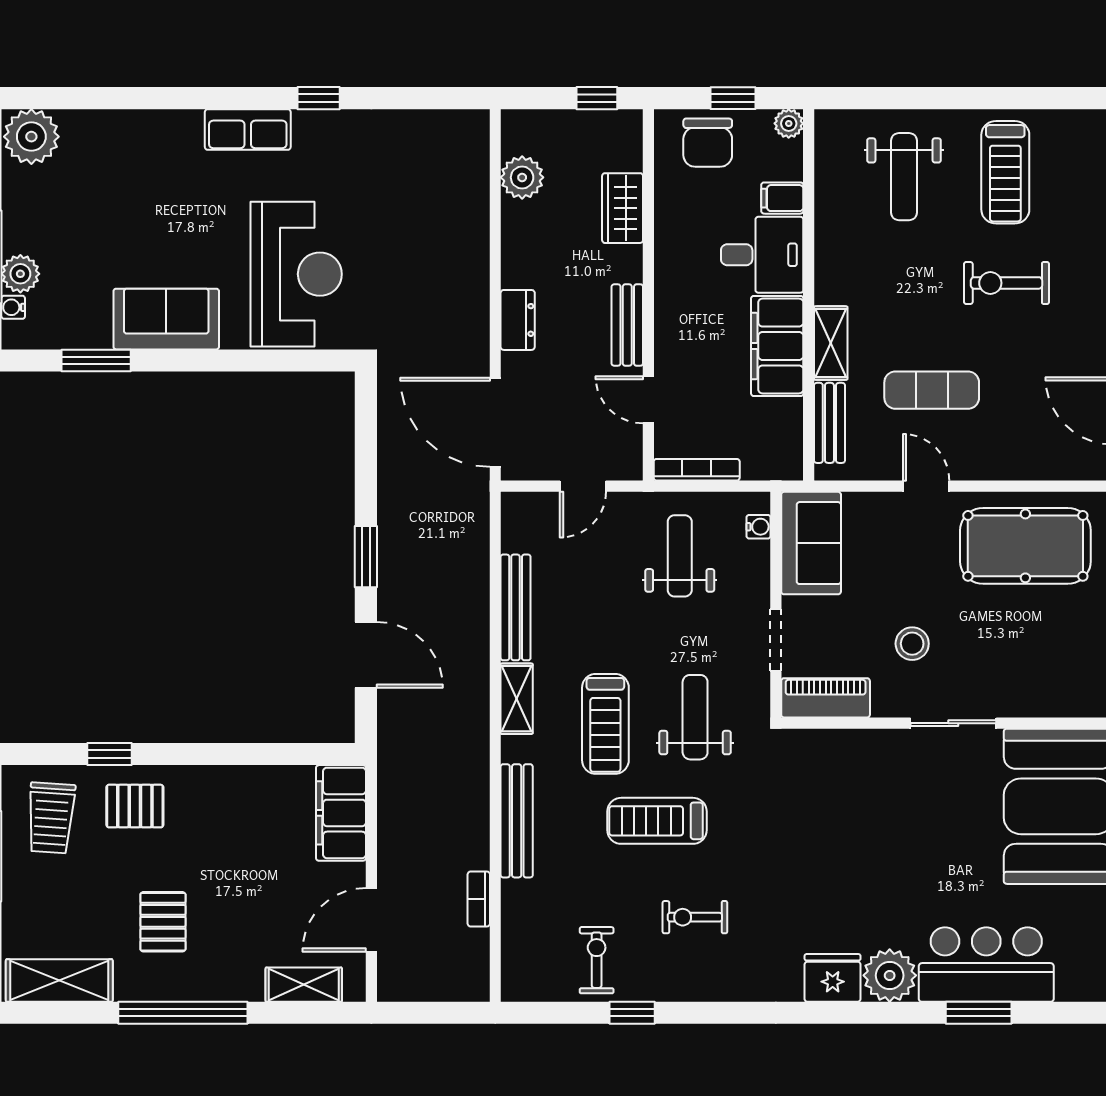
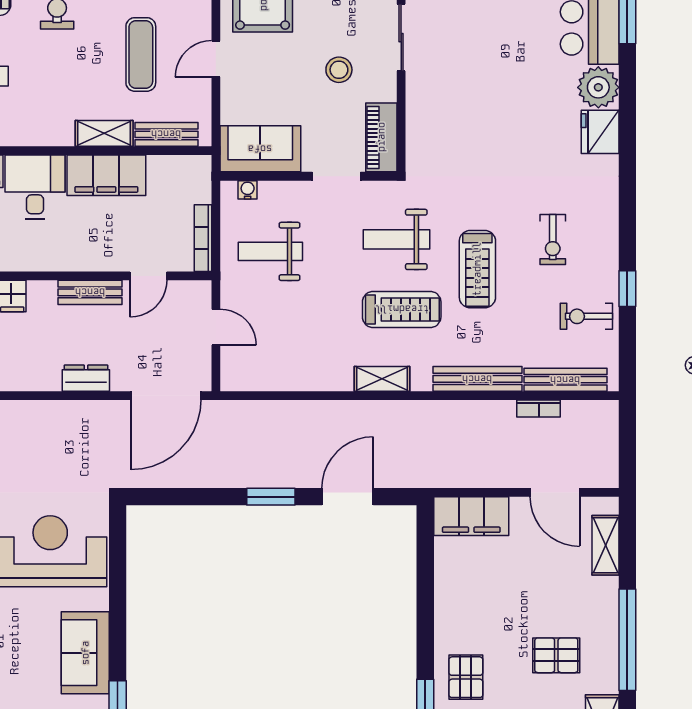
bench: (516, 607) -> (565, 380), moved

